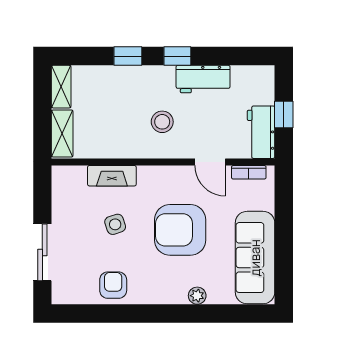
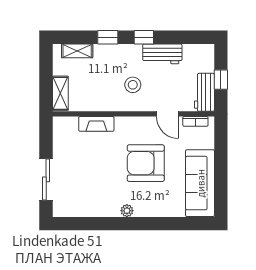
shelving: (61, 87) -> (77, 51), moved, turned 90
side table: (115, 224) -> (99, 159), removed
armchair: (113, 285) -> (97, 203), removed
plant: (197, 296) -> (127, 211), moved

